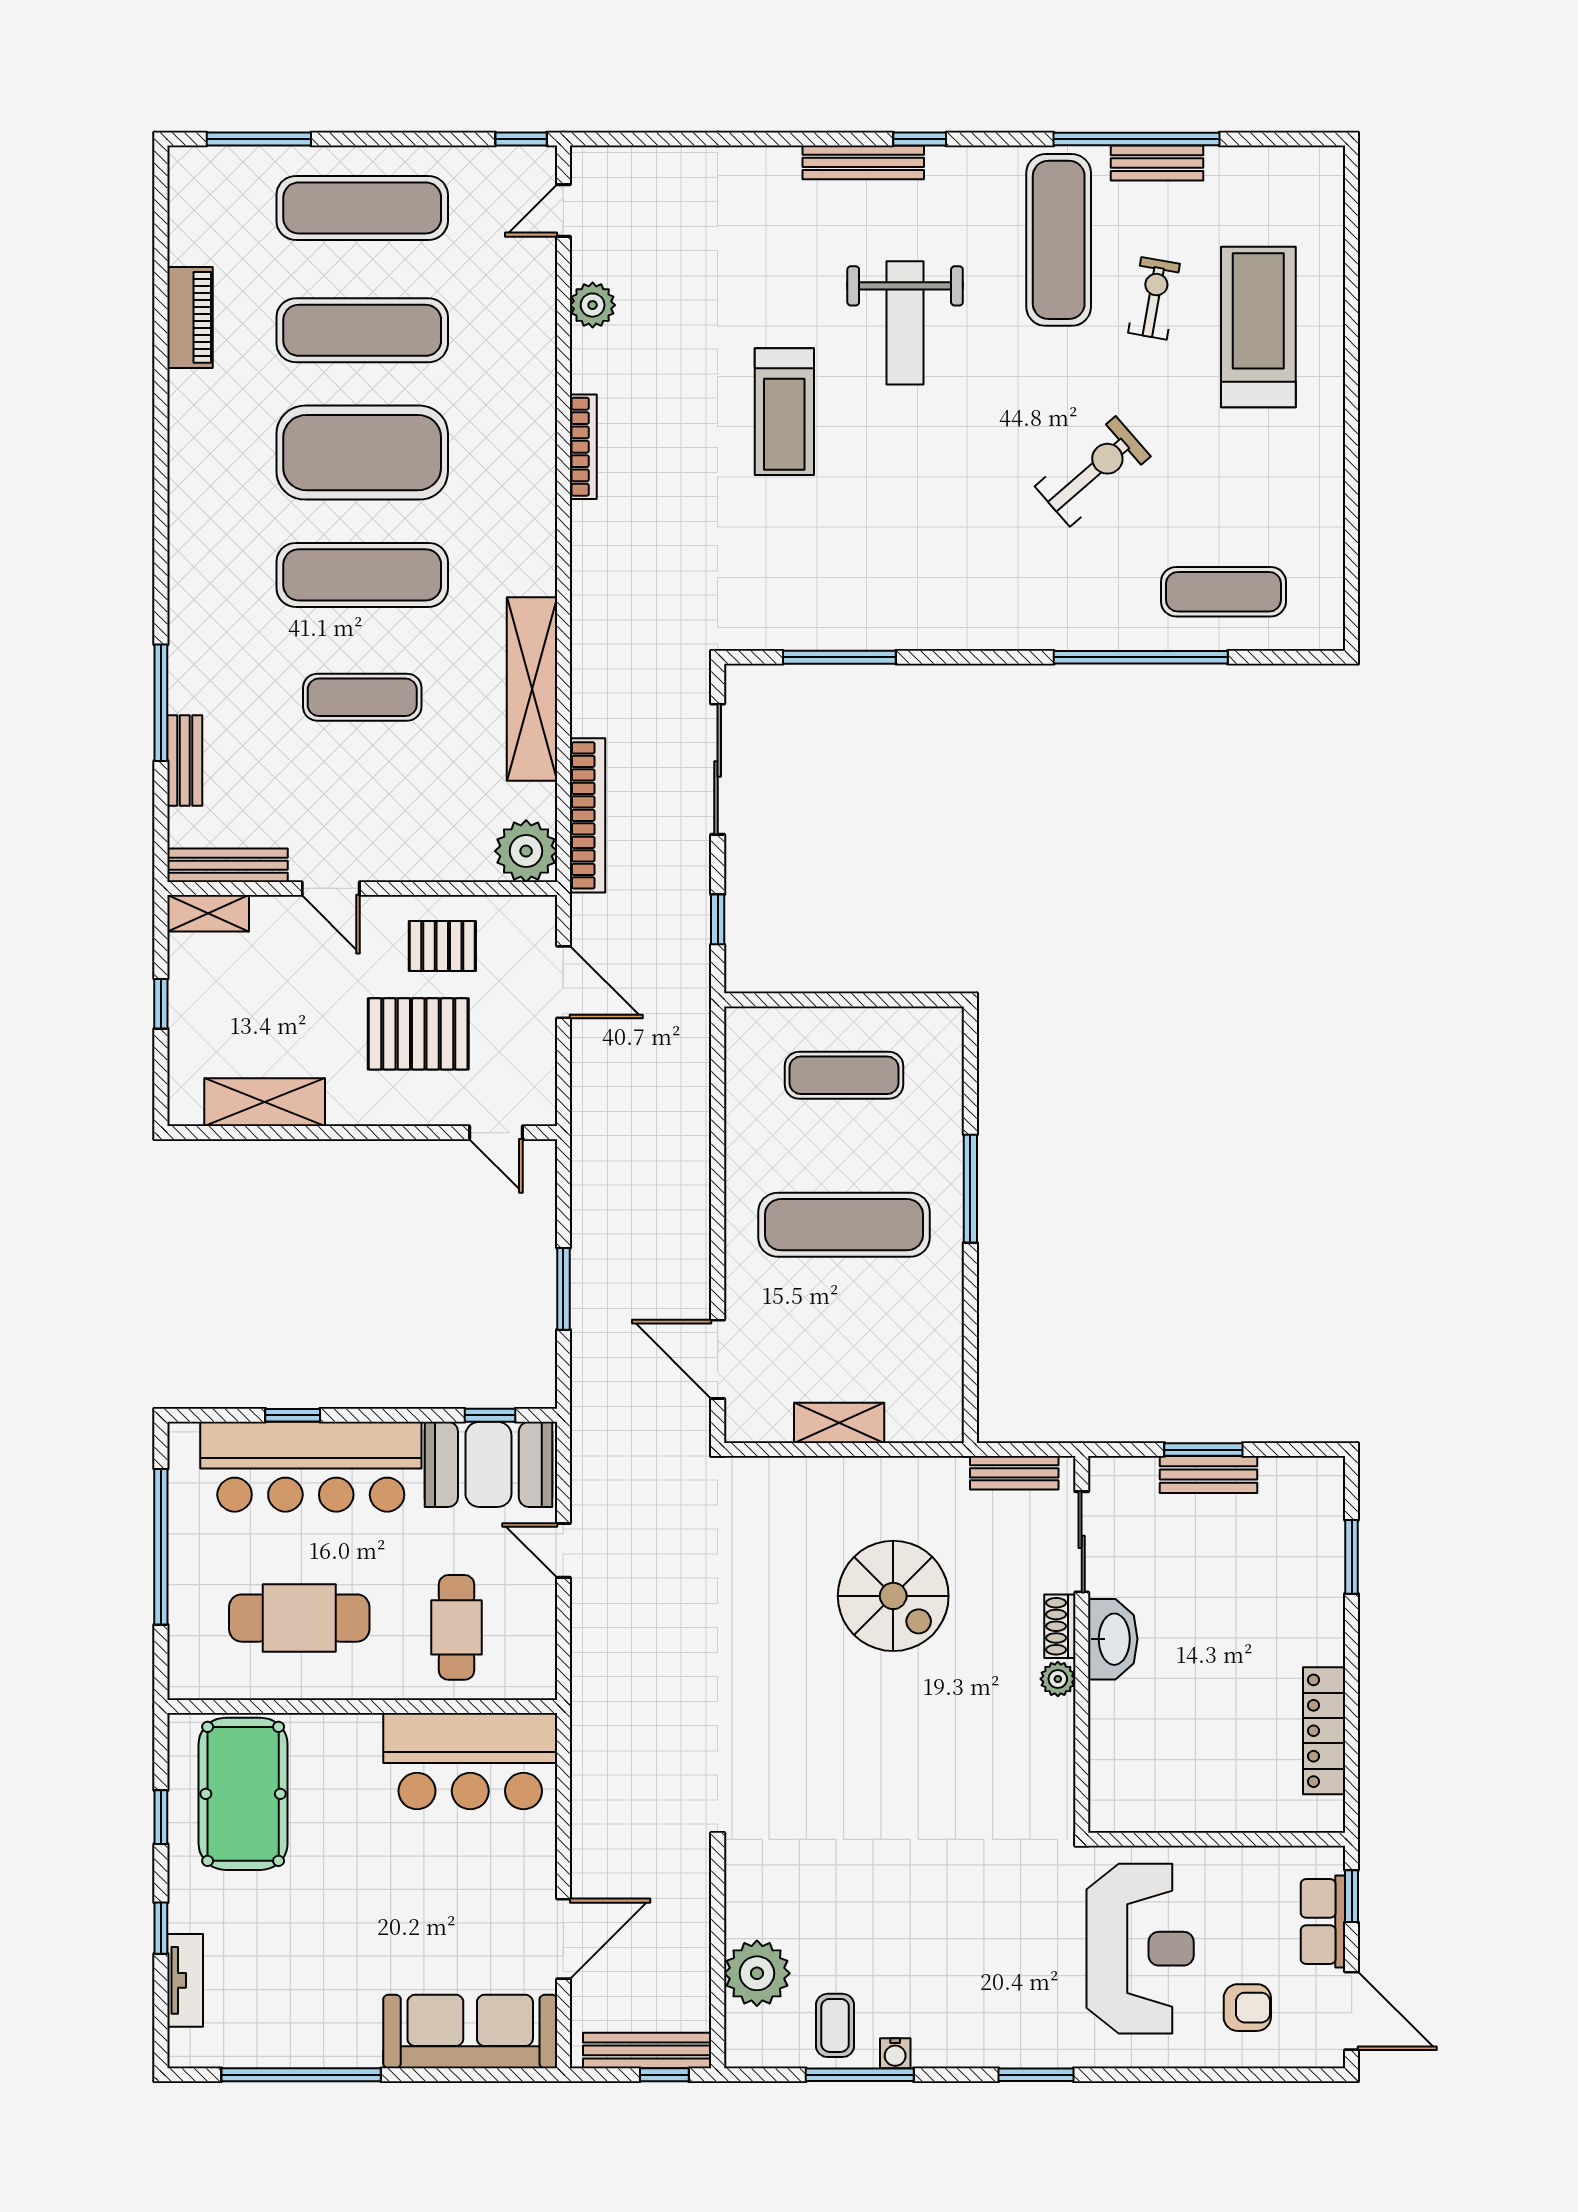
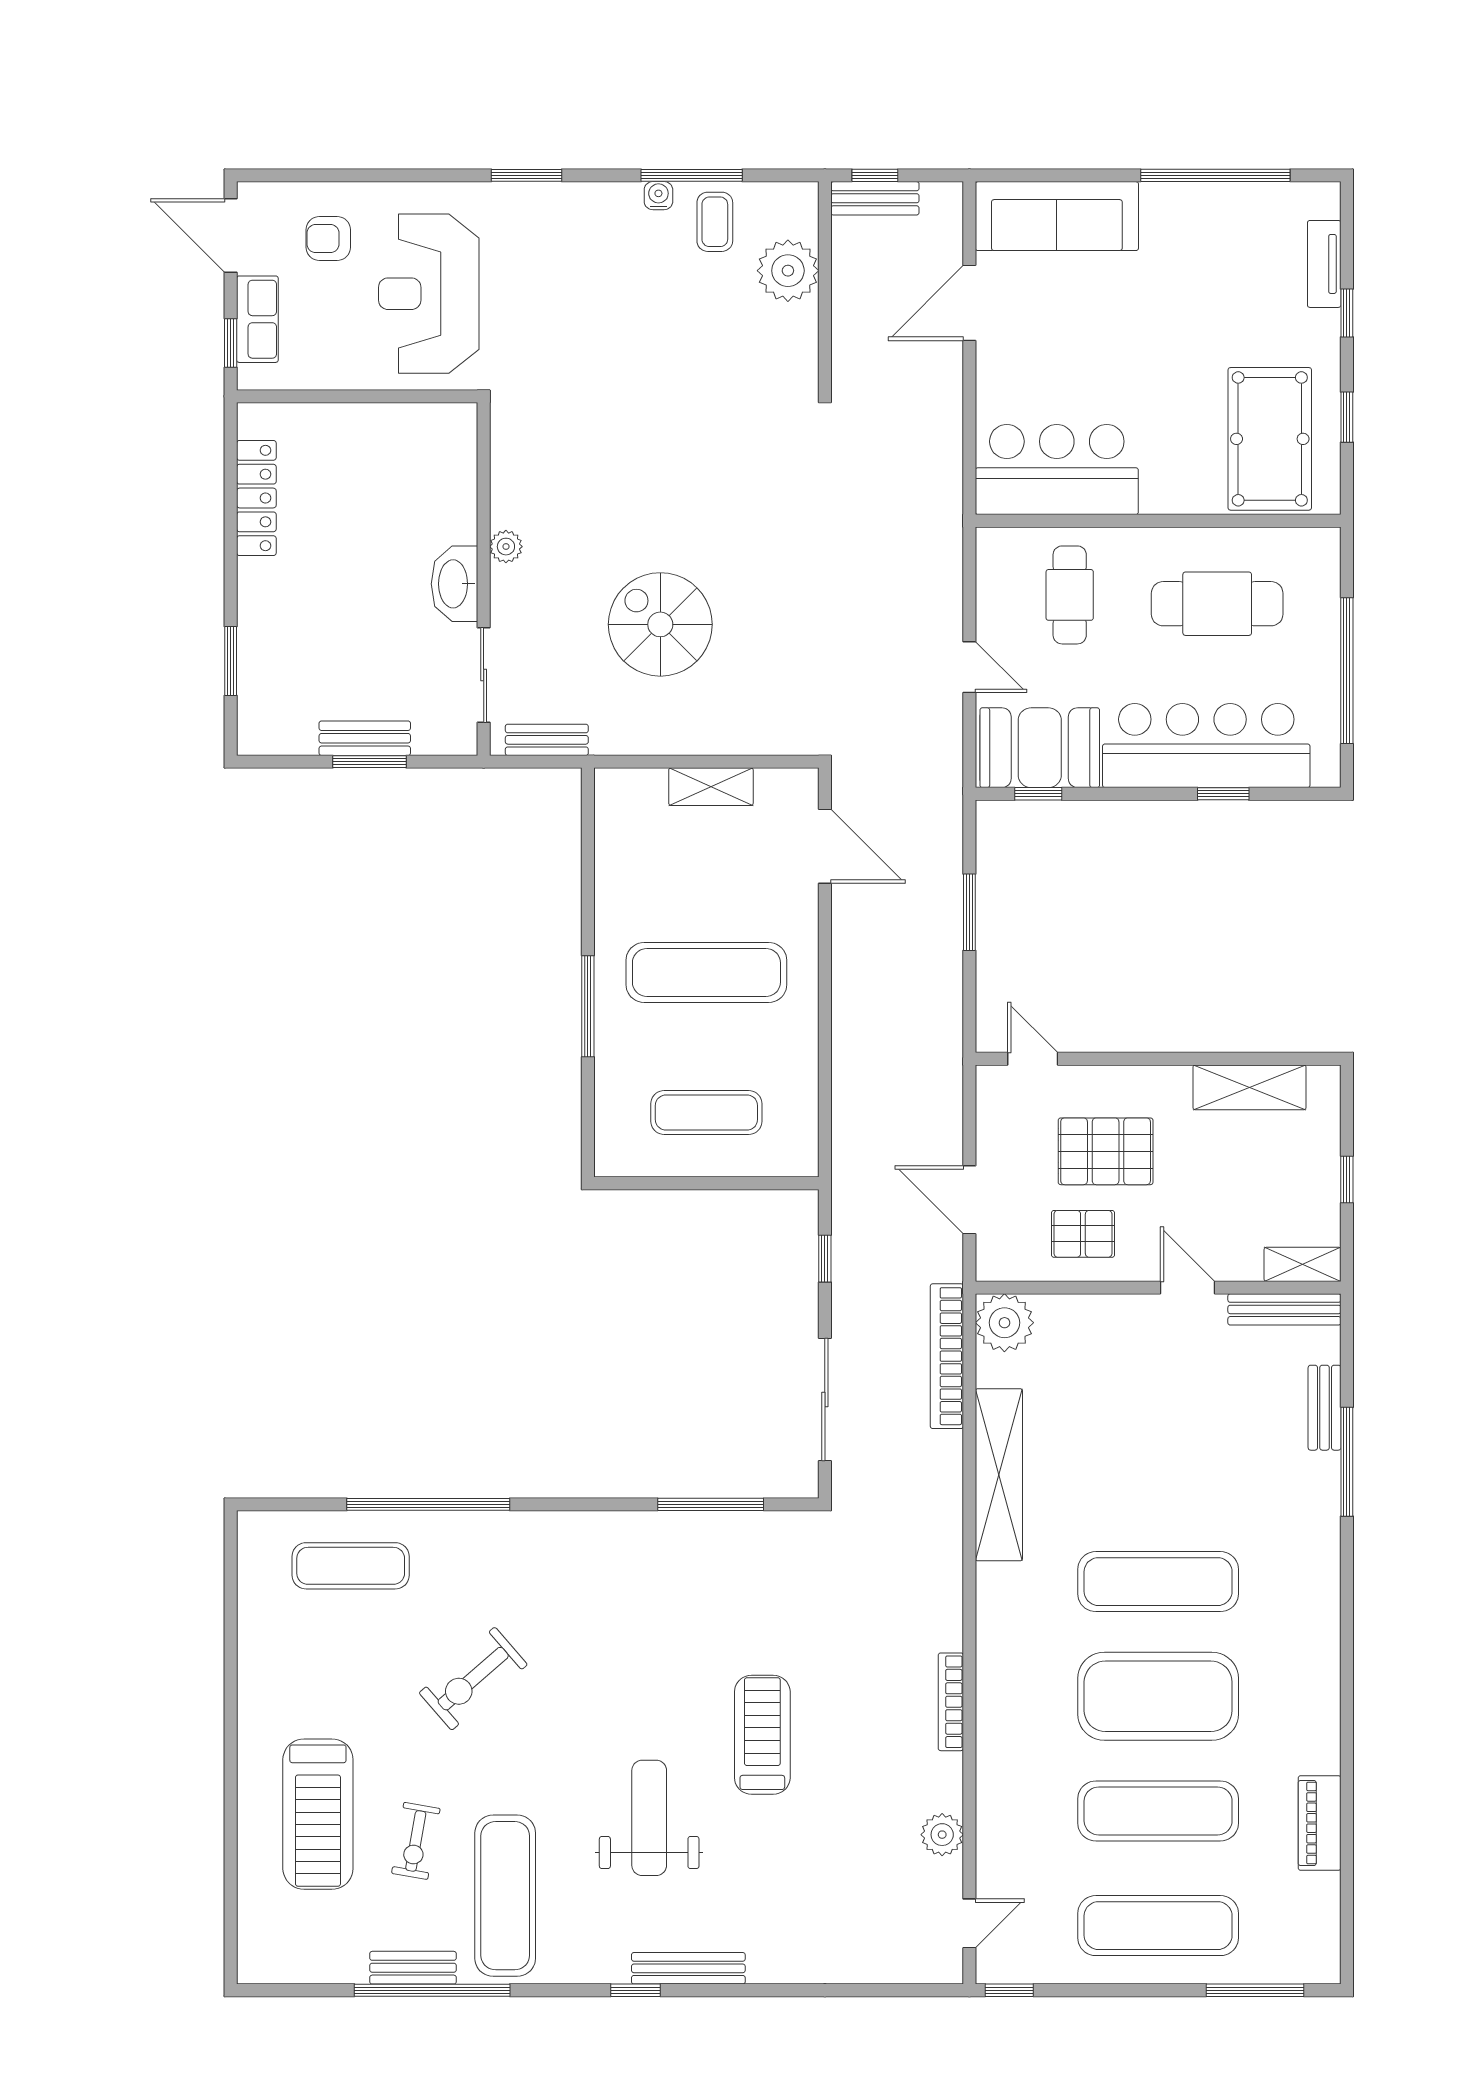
exercise mat: (362, 697) -> (1158, 1467), removed
shoe rack: (1060, 1626) -> (504, 596), removed
bench: (647, 2050) -> (875, 198), width x0.73

